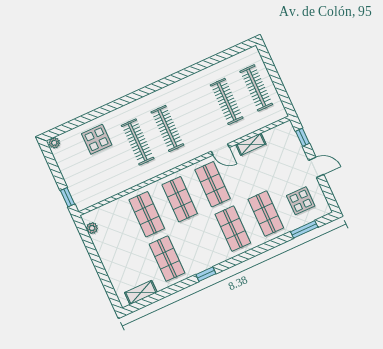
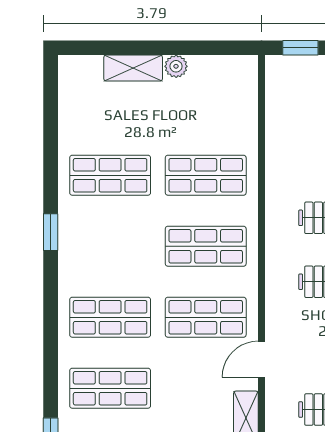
plant: (92, 228) -> (176, 66), moved
shelving: (141, 292) -> (133, 68), moved, turned 90

